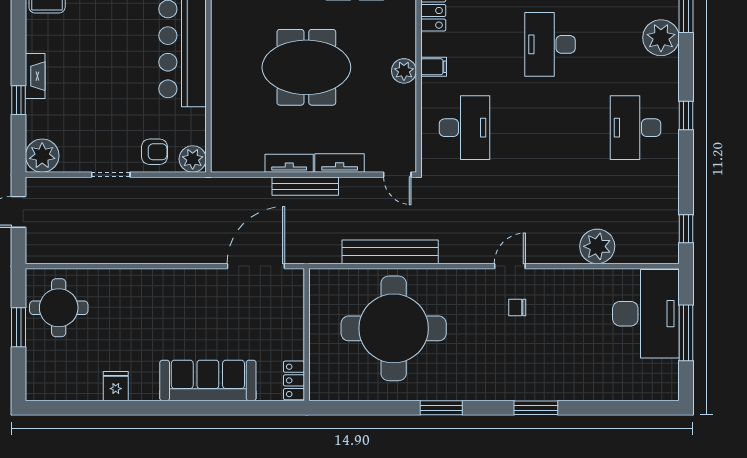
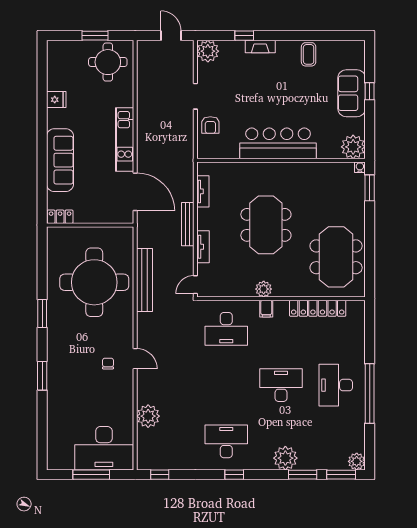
plant: (193, 159) -> (206, 150), removed
tv unit: (289, 163) -> (203, 191), moved
kitchen unit: (176, 282) -> (125, 139), added

